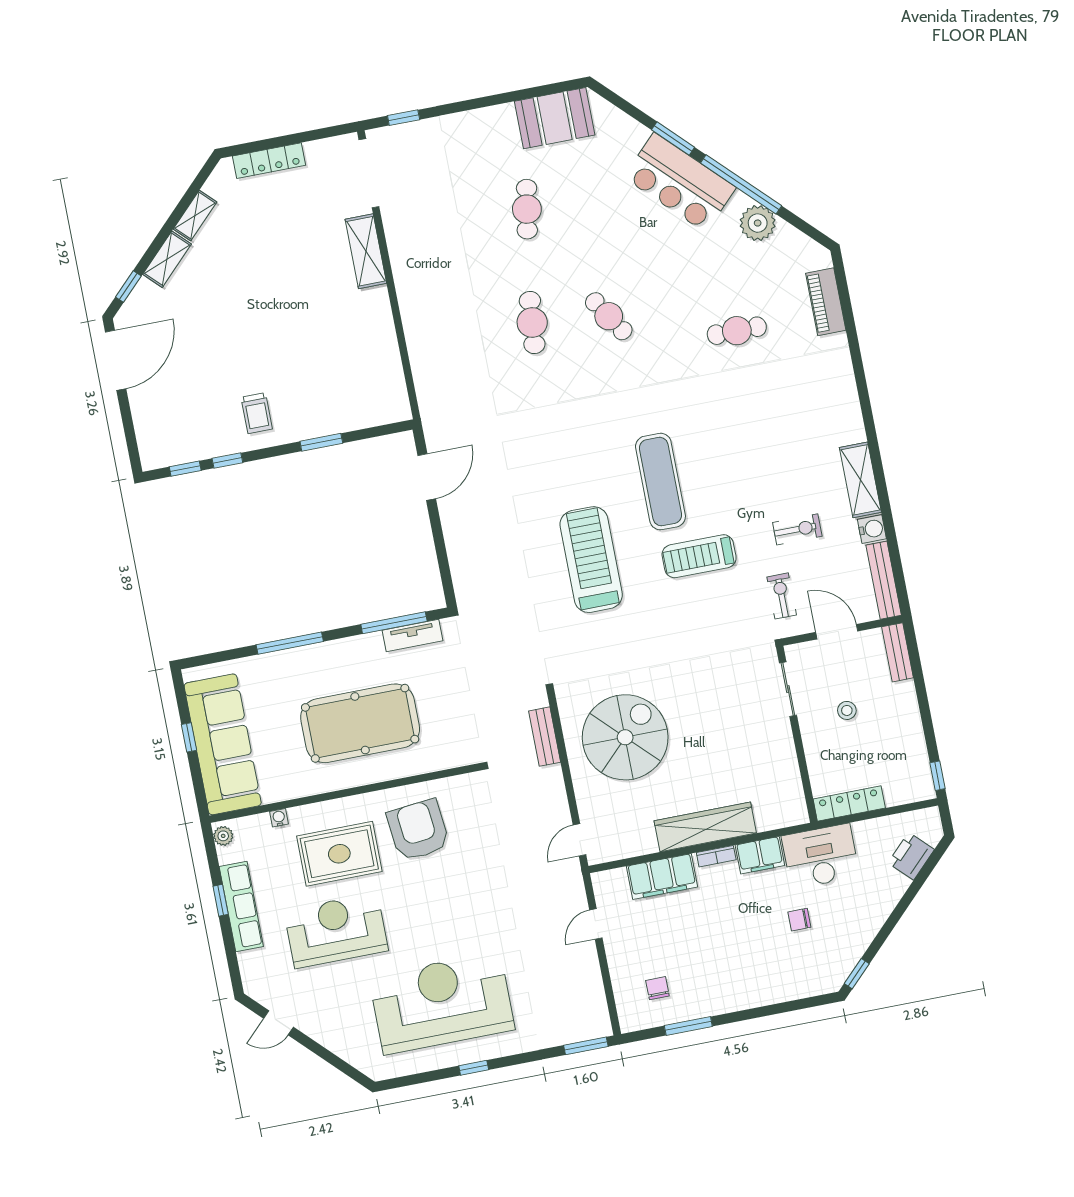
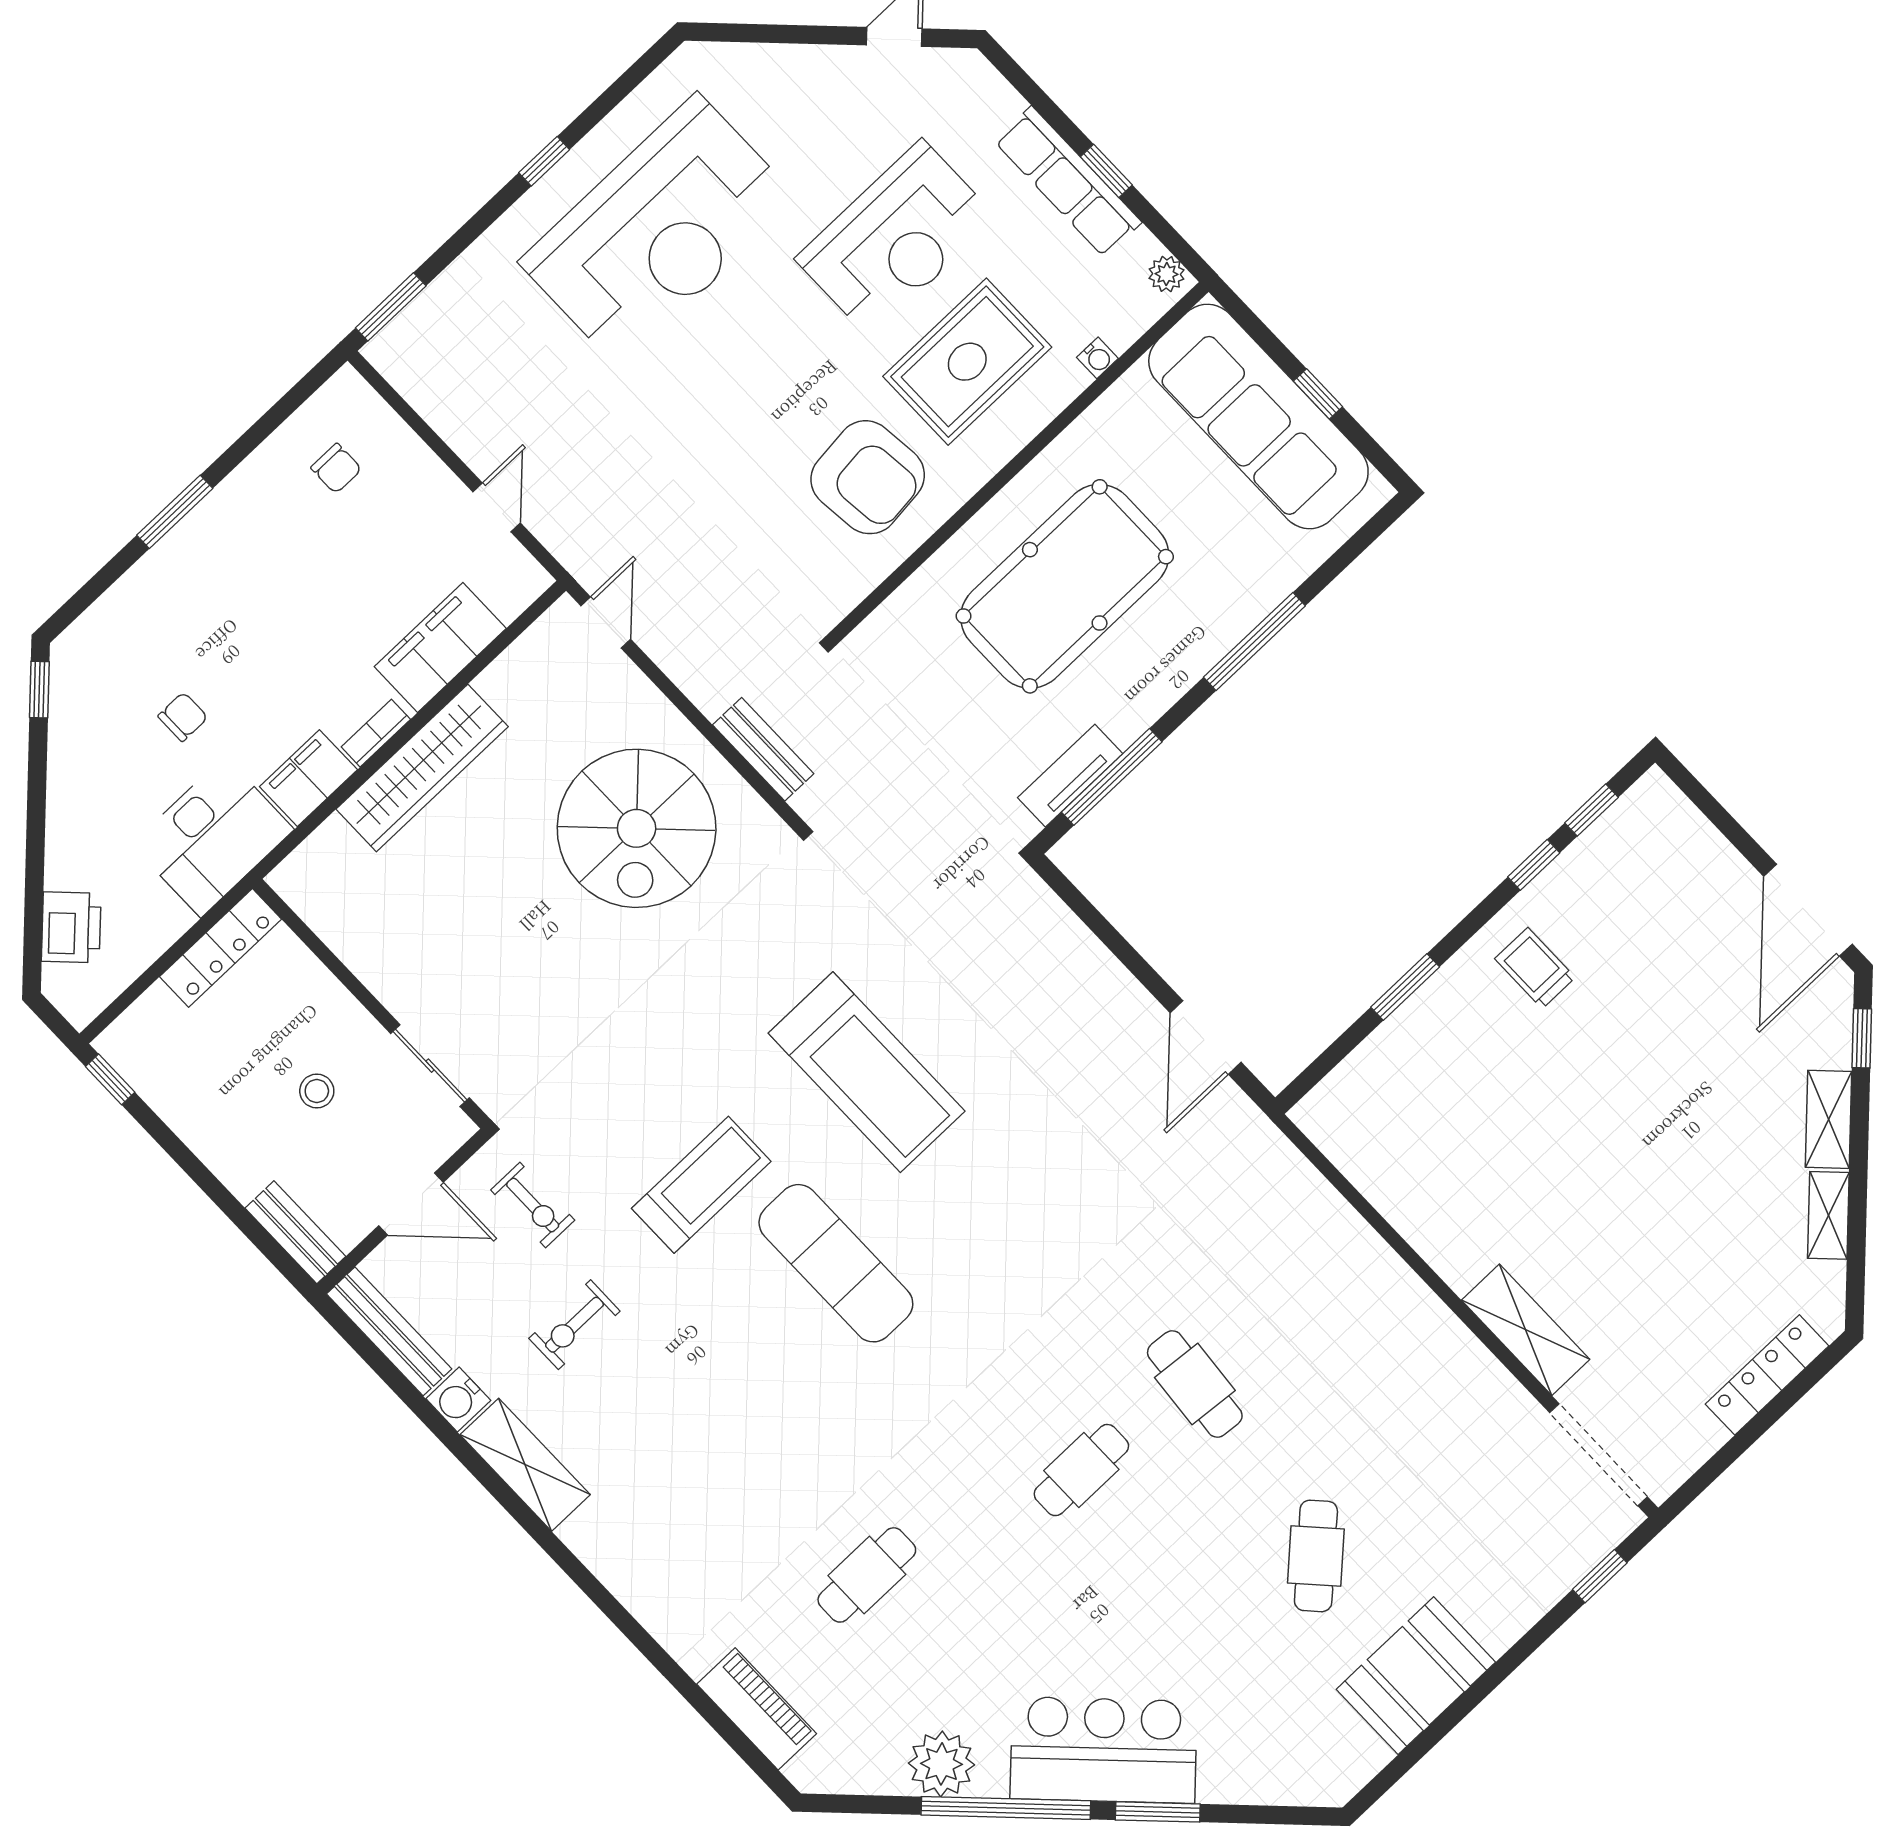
booth: (555, 118) -> (1416, 1676), moved
cafe table: (527, 209) -> (1316, 1556), turned 37
cafe table: (609, 316) -> (1081, 1470), turned -57
window: (688, 1026) -> (175, 512), moved

